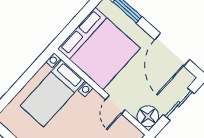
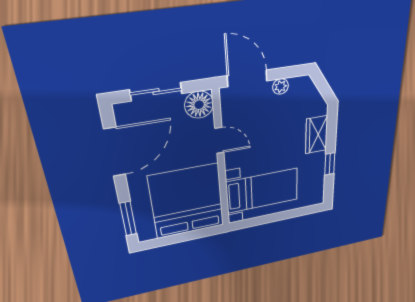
door: (115, 105) -> (219, 140), hinge flipped

